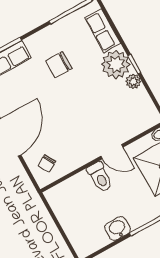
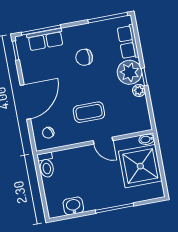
coffee table: (85, 125) -> (89, 112), added
toilet: (100, 177) -> (46, 165), moved
washbasin: (118, 228) -> (73, 206), moved

